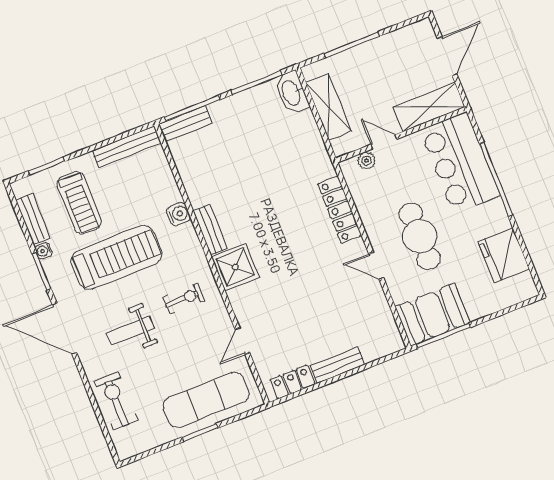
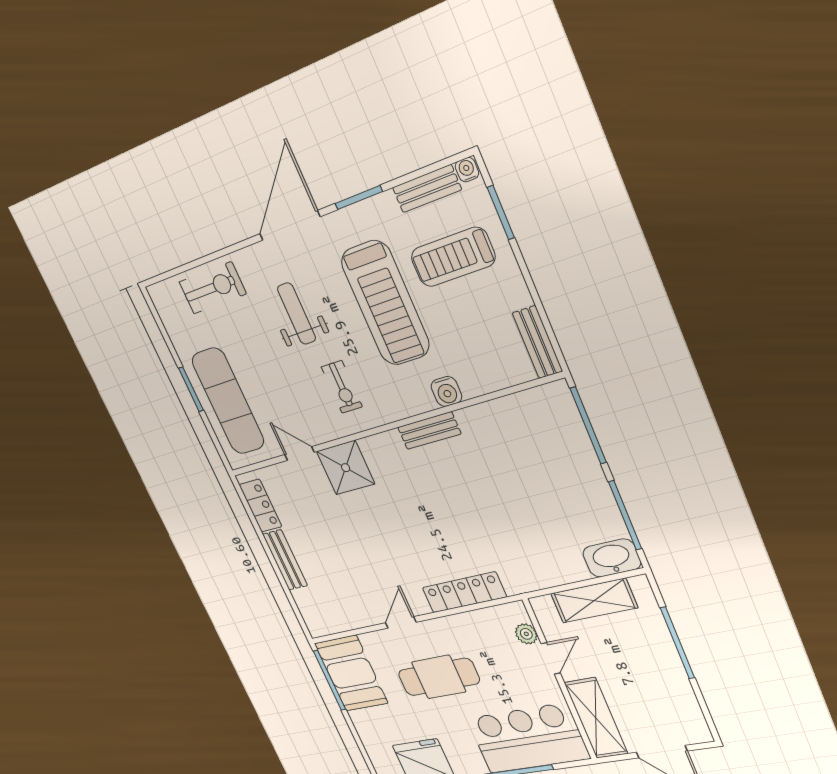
bench: (185, 124) -> (567, 414), removed
bench: (127, 147) -> (537, 342), width x0.73
water cooler: (44, 251) -> (467, 170), moved
shower: (235, 267) -> (346, 468), moved

